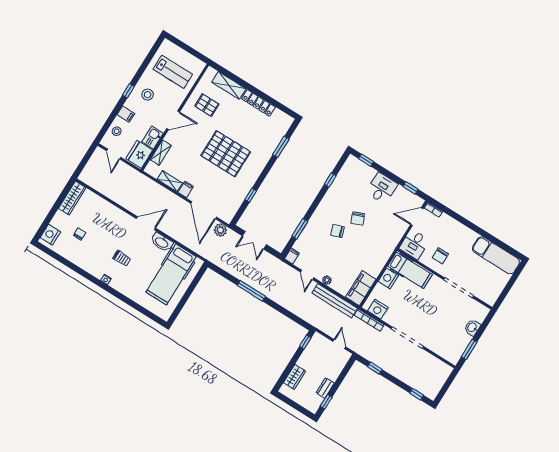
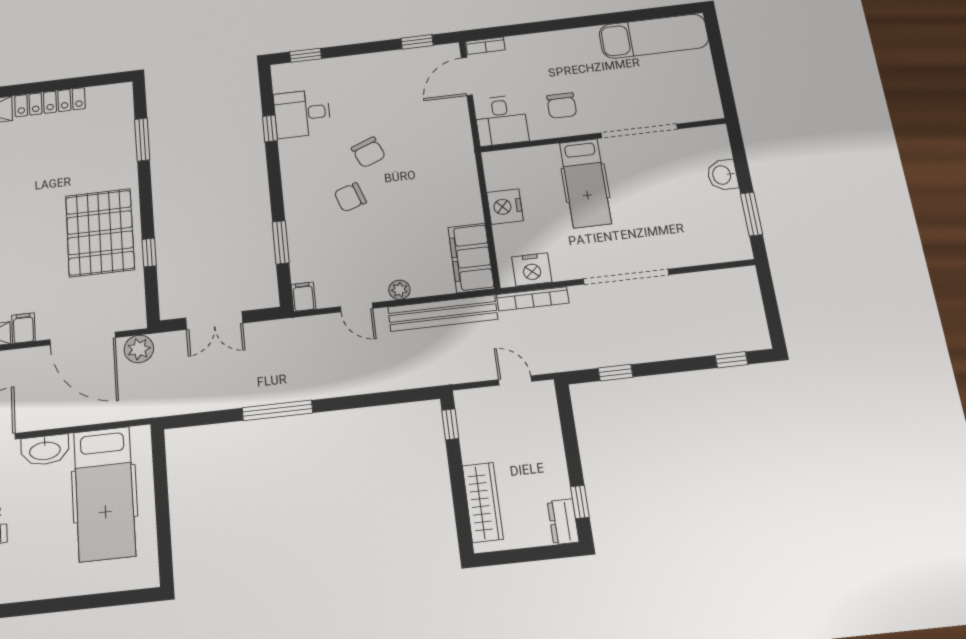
pallet: (226, 154) -> (100, 233), moved, turned 90
desk: (382, 188) -> (302, 113), moved, turned -90
hospital bed: (410, 270) -> (585, 183), moved, turned 90
wardrobe: (295, 377) -> (483, 502), width x1.50
dresser: (325, 388) -> (563, 522), moved

